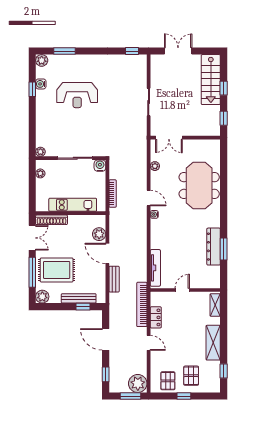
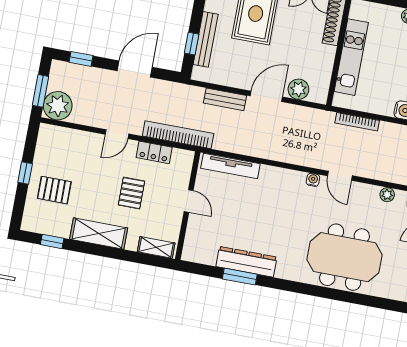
door: (149, 198) -> (340, 176), hinge flipped
pallet: (168, 381) -> (131, 193), moved, turned 90

